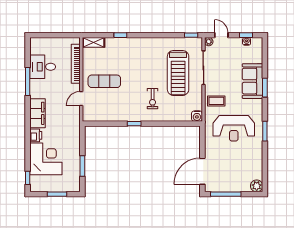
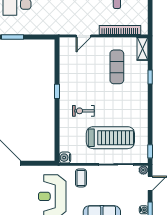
treadmill: (178, 73) -> (110, 138), turned 180
exercise mat: (104, 81) -> (117, 67), moved
door: (81, 99) -> (84, 36), swing flipped

